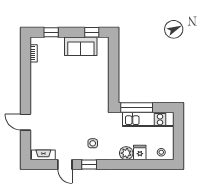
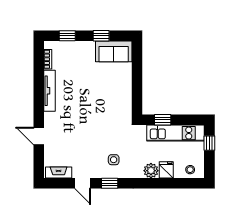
window: (92, 32) -> (101, 36), moved
sofa: (81, 46) -> (114, 51), moved
tv unit: (35, 82) -> (49, 91), added
window: (137, 108) -> (163, 120), width x0.46
window: (179, 129) -> (209, 143), added

